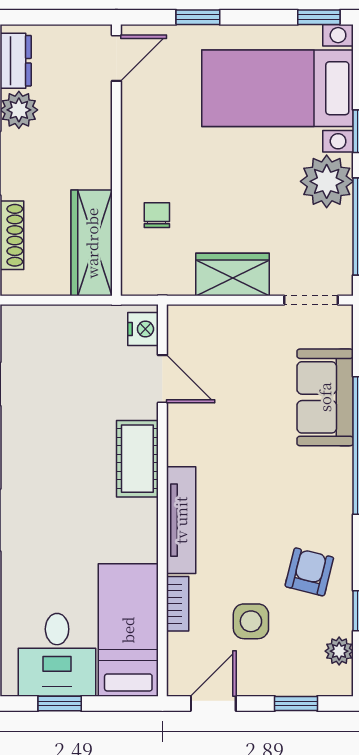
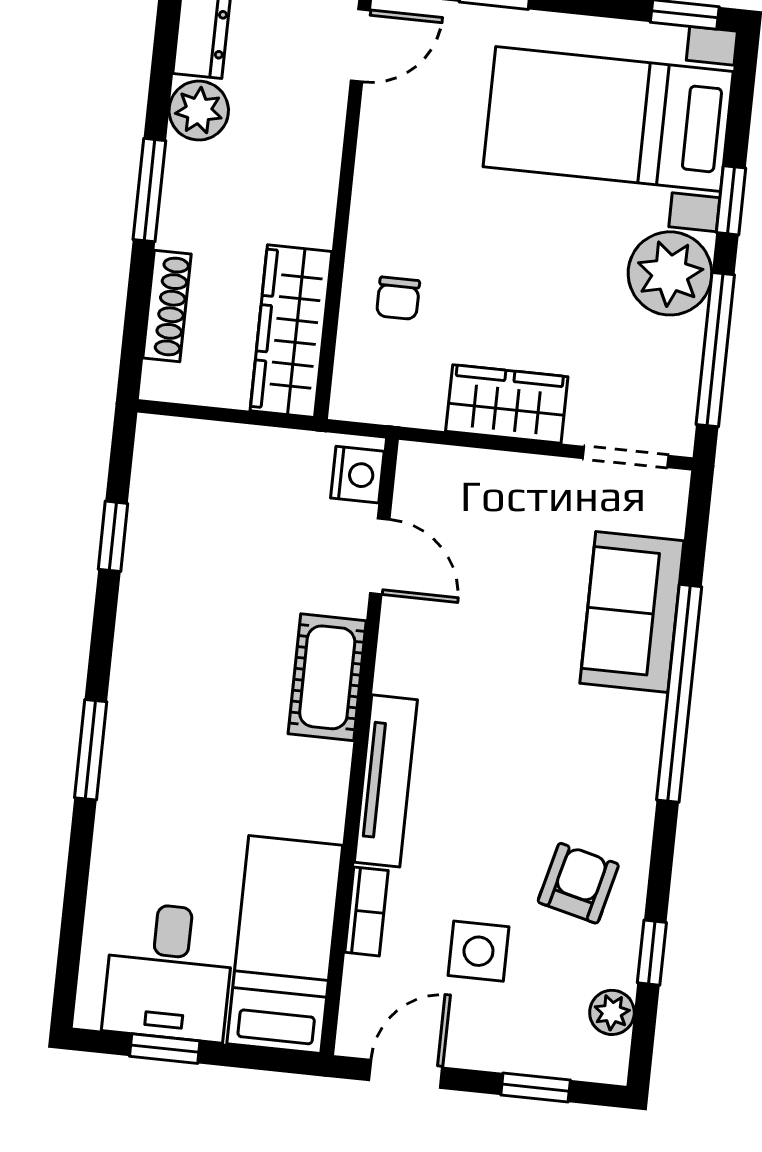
chair: (157, 215) -> (398, 298), turned 180

